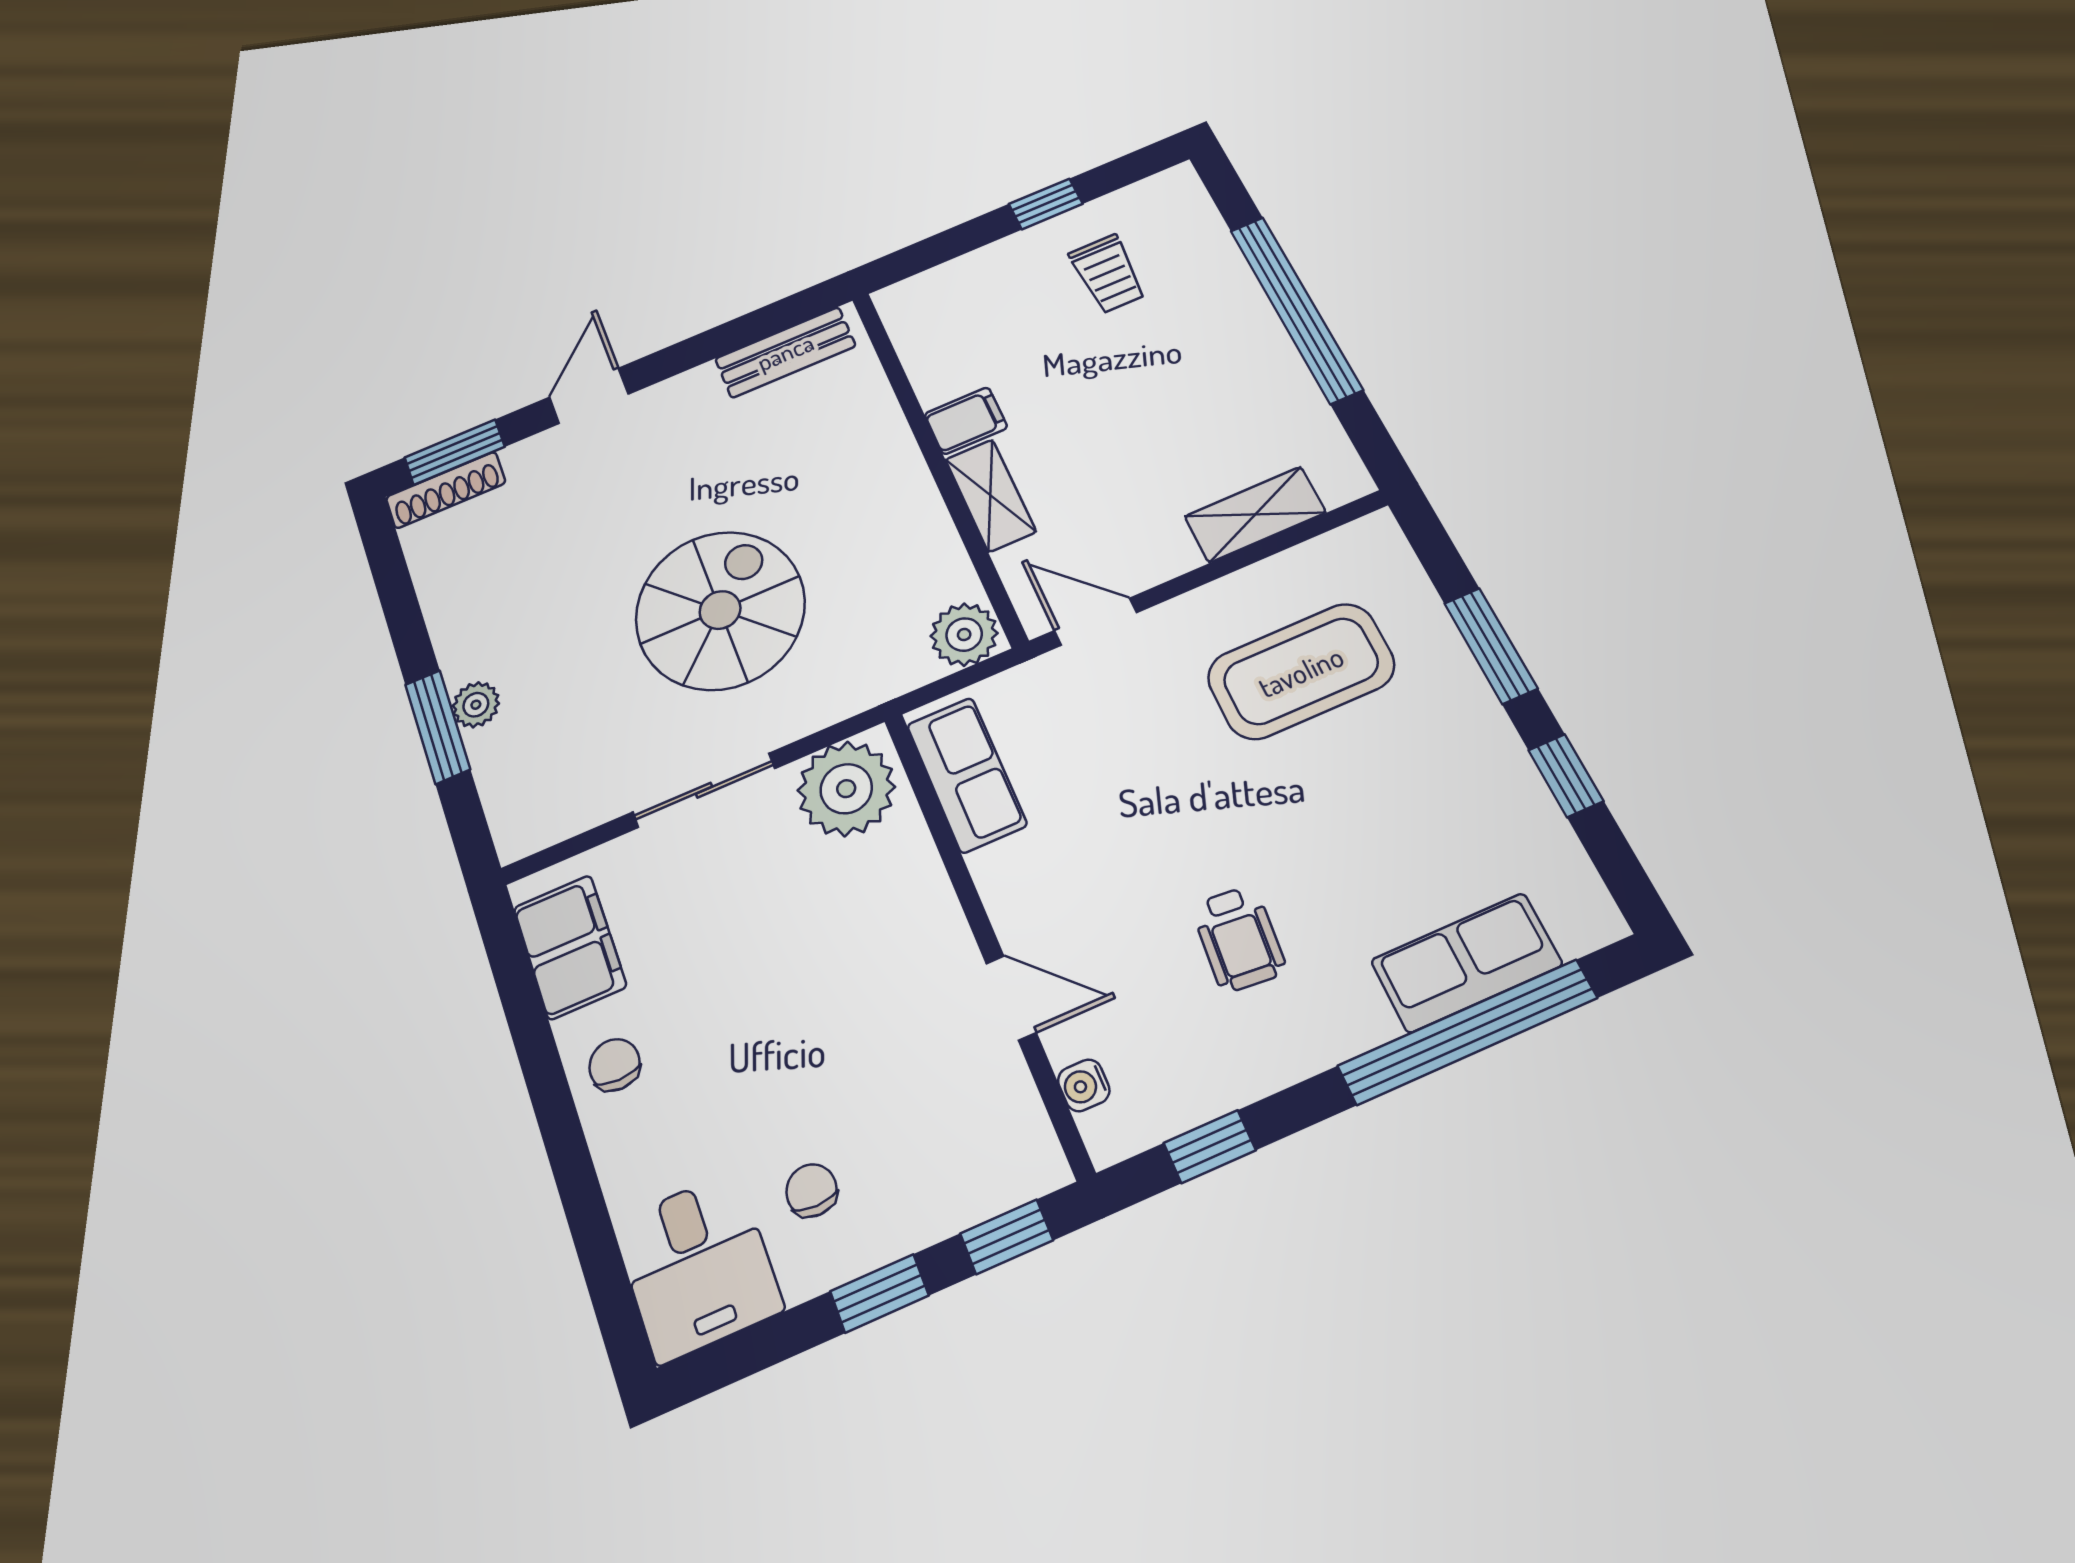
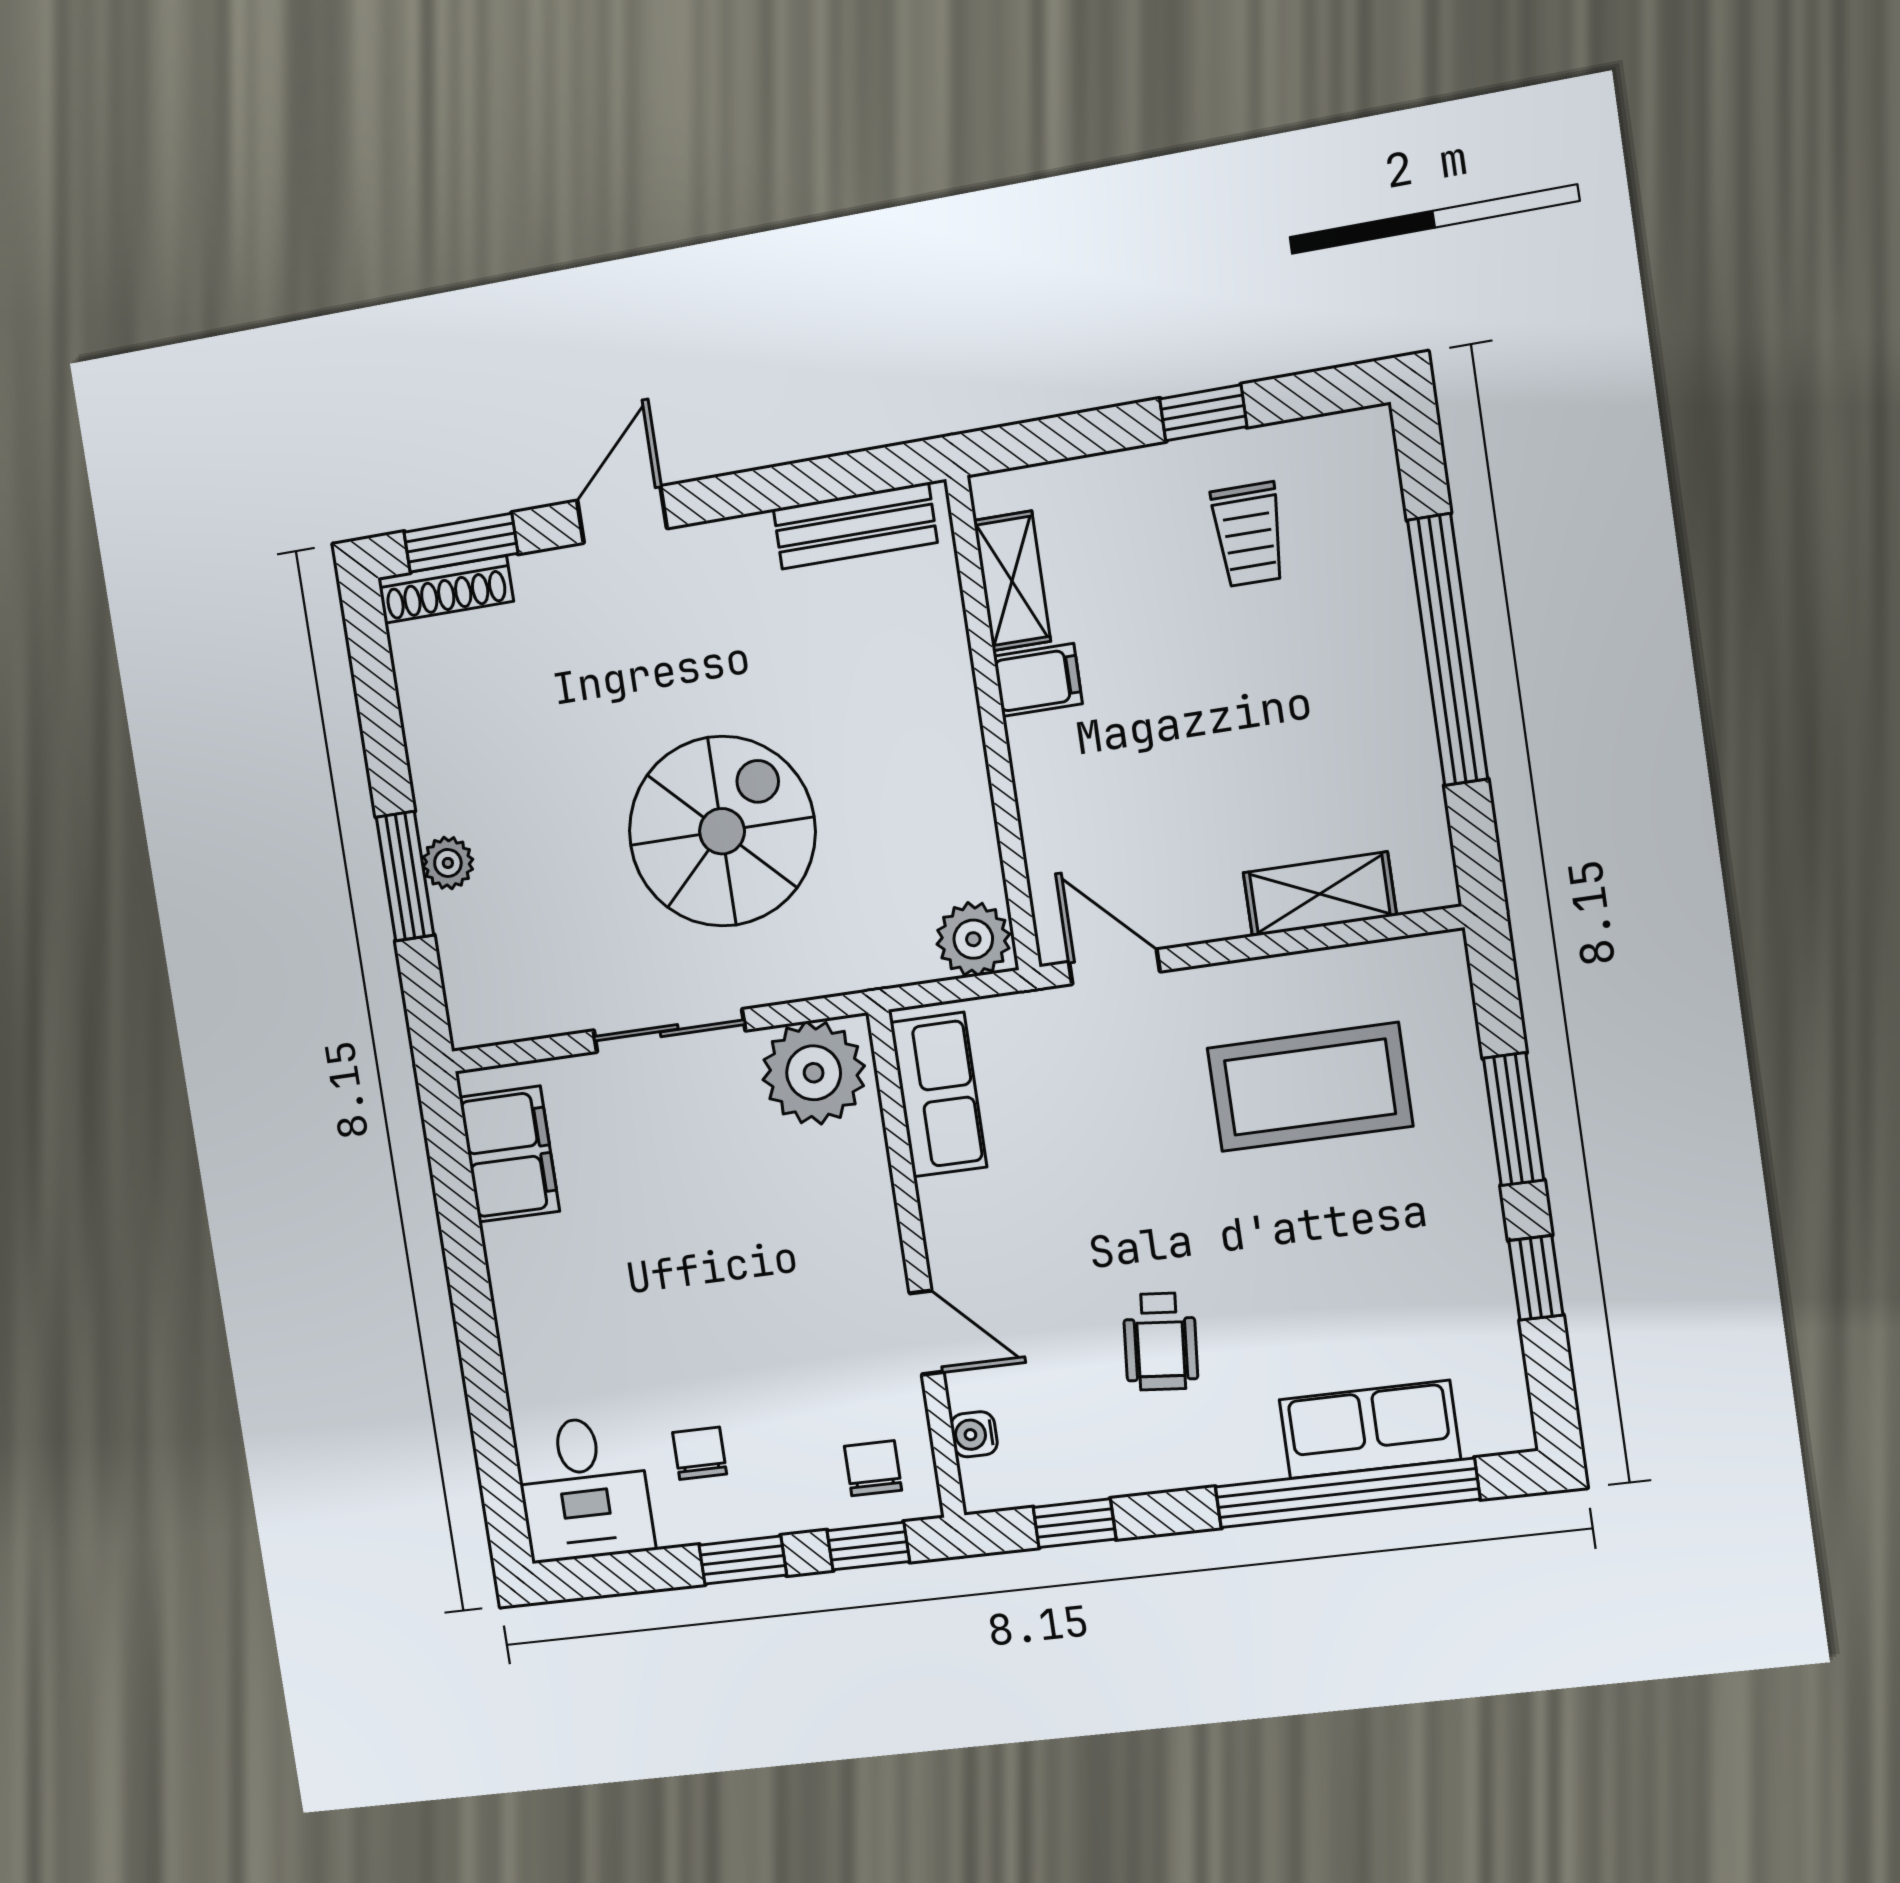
shelving: (990, 495) -> (1012, 581), moved
chair: (614, 1065) -> (873, 1468), moved

